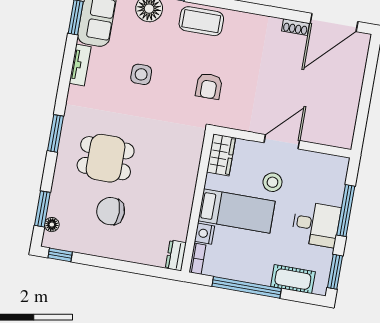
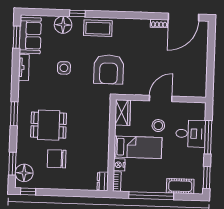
armchair: (209, 86) -> (109, 69), width x1.88, depth x1.88
desk: (316, 224) -> (191, 134), moved
floor lamp: (52, 225) -> (24, 173), width x1.89, depth x1.89

